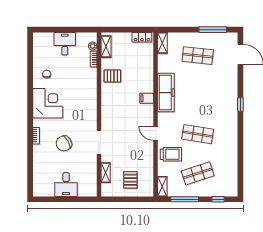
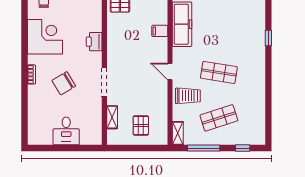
printer: (90, 108) -> (94, 42), added

